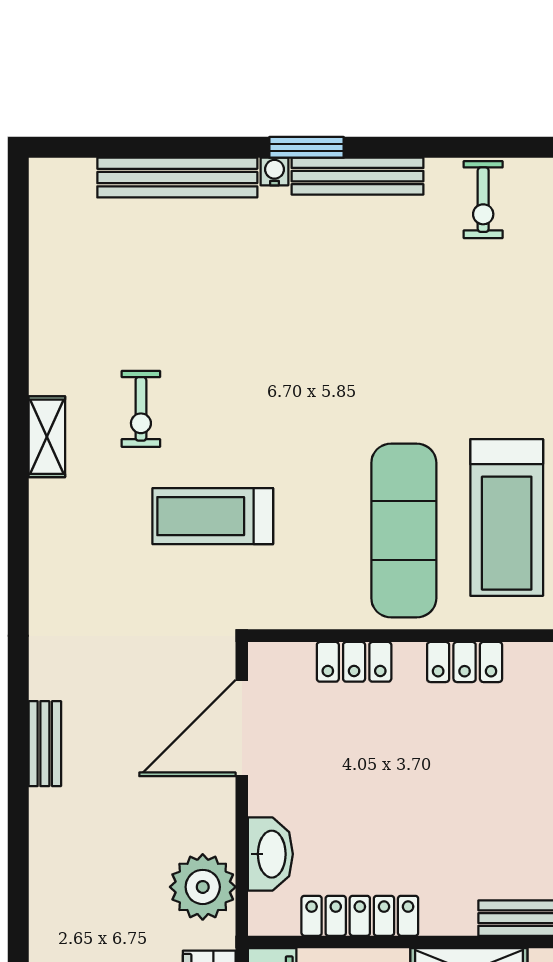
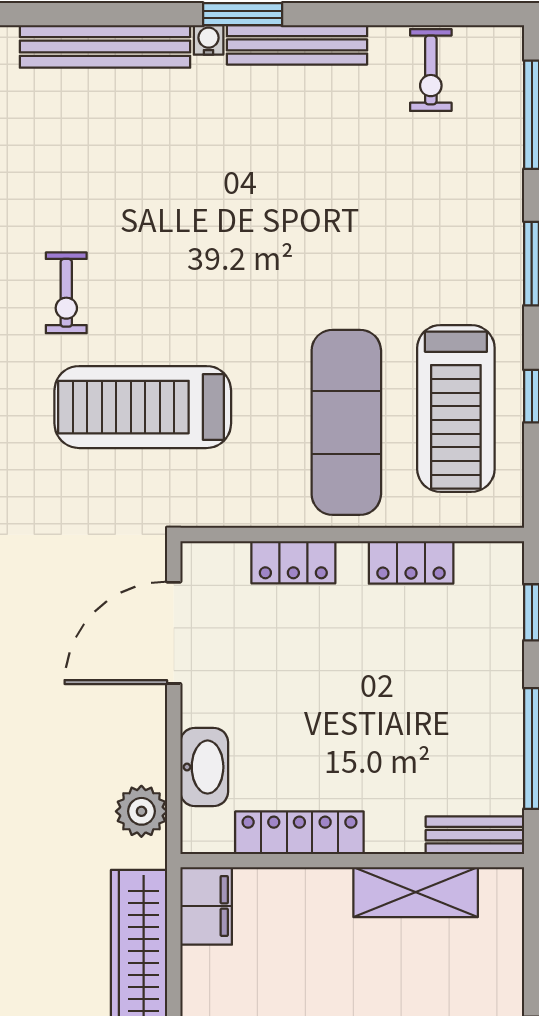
treadmill: (213, 516) -> (143, 407), width x1.37, depth x1.38
plant: (203, 887) -> (141, 811), width x0.73, depth x0.73

